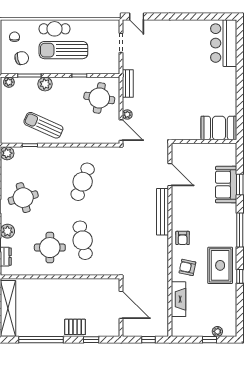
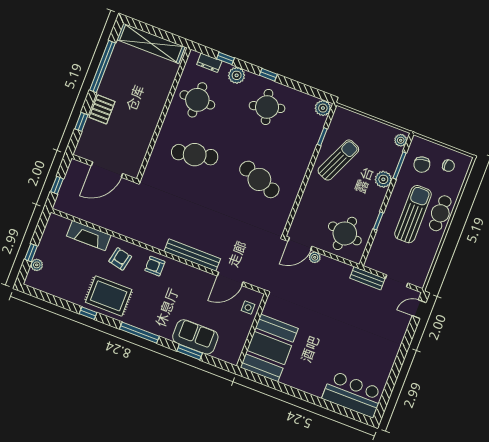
bench: (128, 83) -> (367, 278), moved
booth: (219, 128) -> (269, 348), width x1.36, depth x1.42
side table: (187, 152) -> (248, 308), added
round table: (50, 248) -> (197, 100), moved

